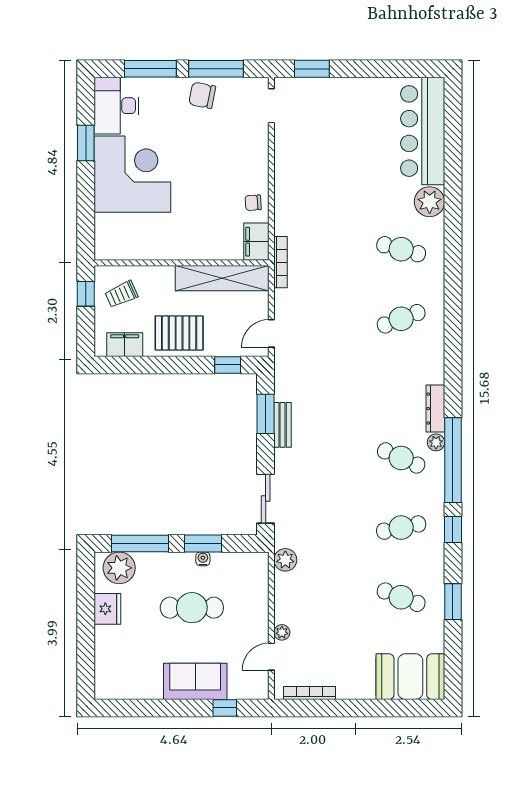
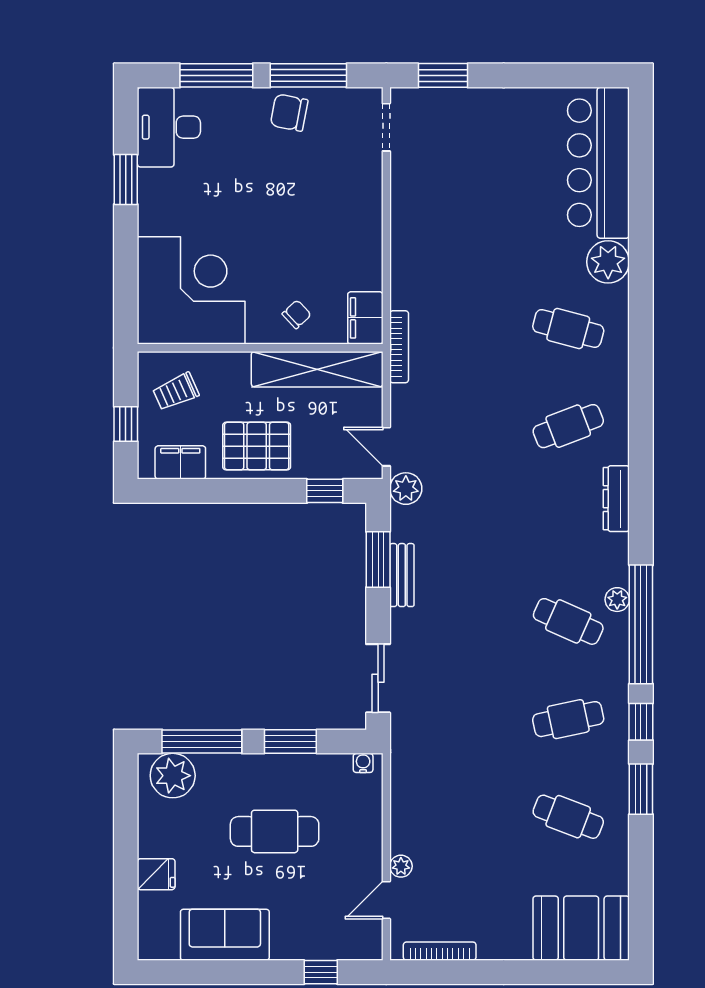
corner desk: (132, 174) -> (191, 290), moved
chair: (253, 203) -> (297, 314), moved, turned 141
window: (86, 294) -> (126, 424), moved
door: (271, 333) -> (386, 447), hinge flipped
dresser: (435, 409) -> (616, 499), moved
water cooler: (203, 559) -> (363, 763), moved
plant: (285, 560) -> (406, 489), moved
window: (453, 602) -> (641, 789), moved
fridge: (107, 609) -> (156, 874), moved, width x0.72
sofa: (195, 681) -> (225, 935), moved

